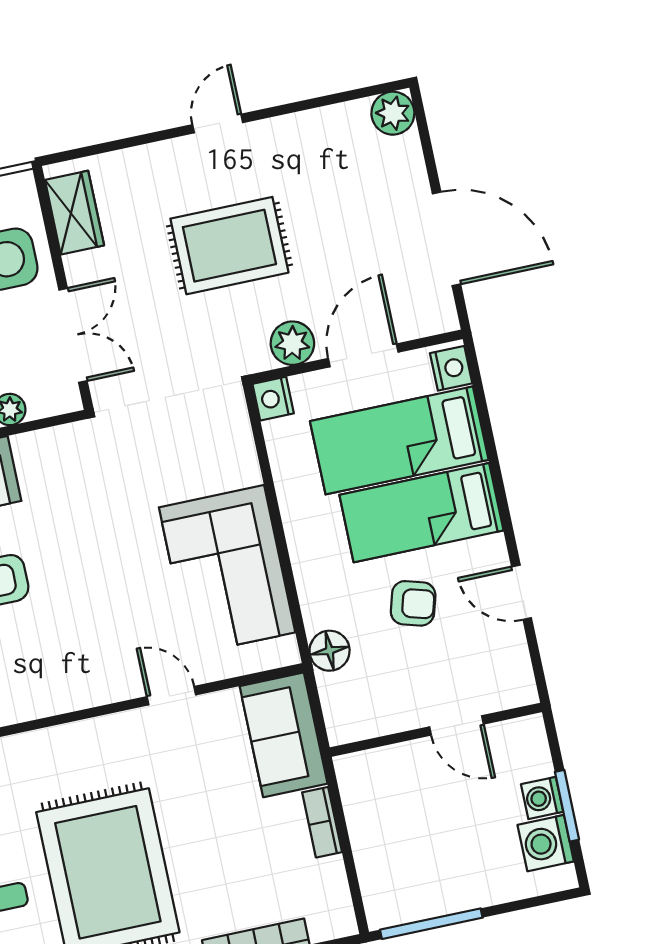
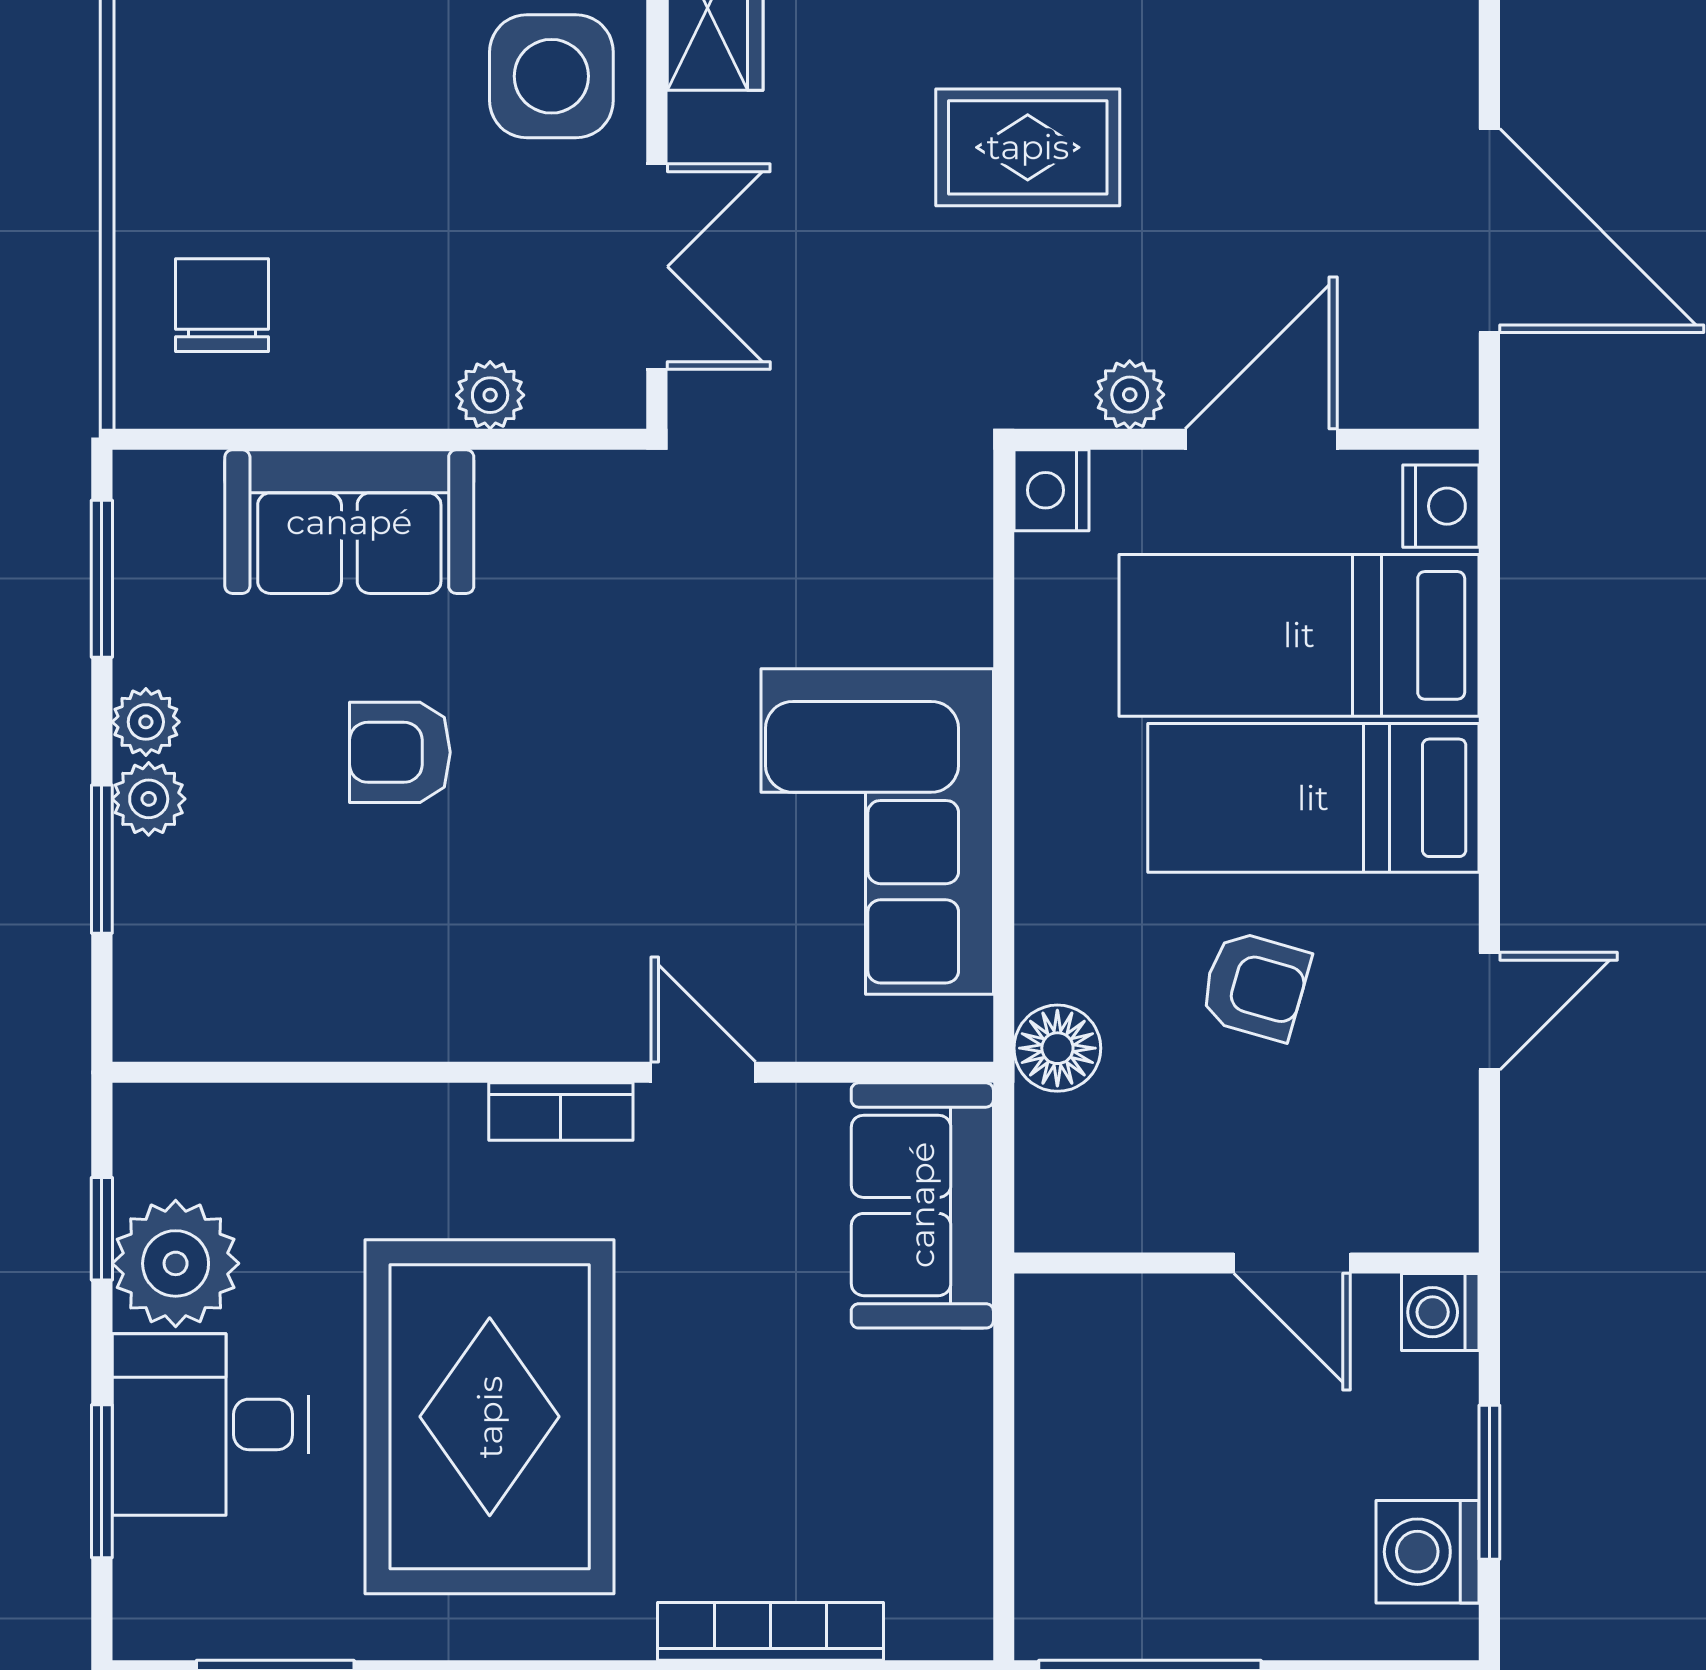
rug: (229, 246) -> (1028, 147), width x0.73, depth x0.70
plant: (292, 343) -> (1130, 395), width x0.73, depth x0.73
door: (522, 592) -> (1489, 1011), swing flipped
washing machine: (542, 798) -> (1440, 1312), moved
bookcase: (322, 822) -> (561, 1112), moved, turned -90

